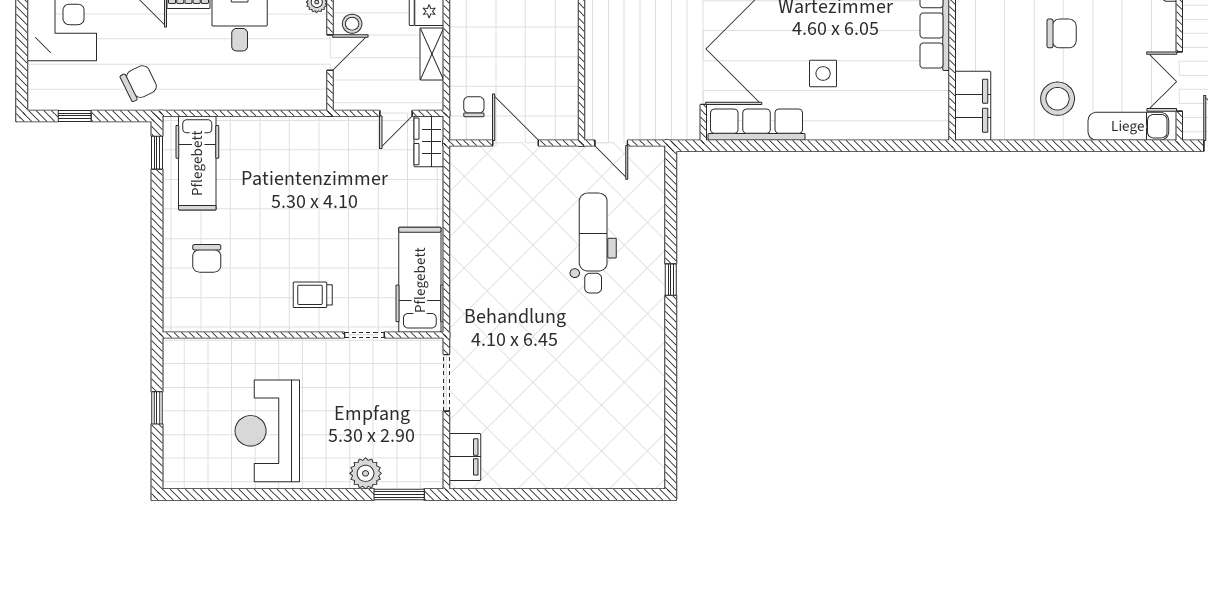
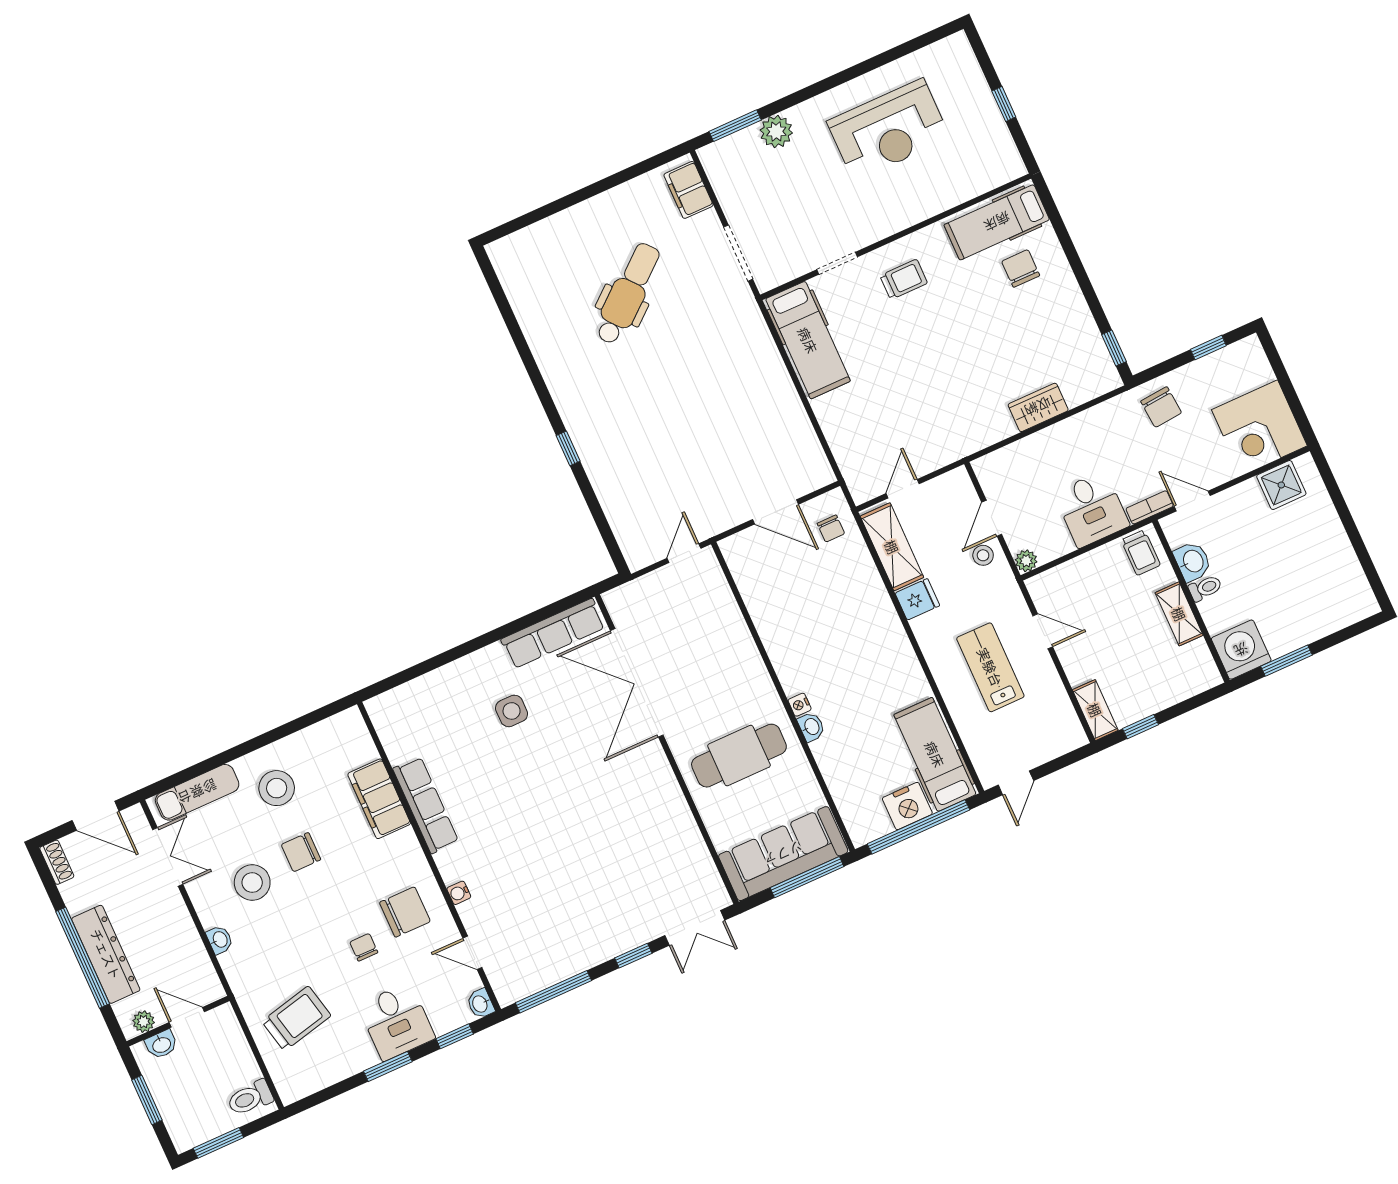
stool: (1116, 26) -> (252, 883), added
shelving: (432, 54) -> (892, 547), width x1.50, depth x1.33
chair: (139, 83) -> (1161, 407), turned -69
filing cabinet: (973, 106) -> (379, 799), moved
wardrobe: (429, 141) -> (1038, 407), moved, turned -90
door: (611, 143) -> (684, 553), hinge flipped
hospital bed: (197, 163) -> (997, 222), moved, turned -90
dental chair: (593, 243) -> (628, 294), moved, turned -130
reception desk: (267, 431) -> (888, 130), turned 90

